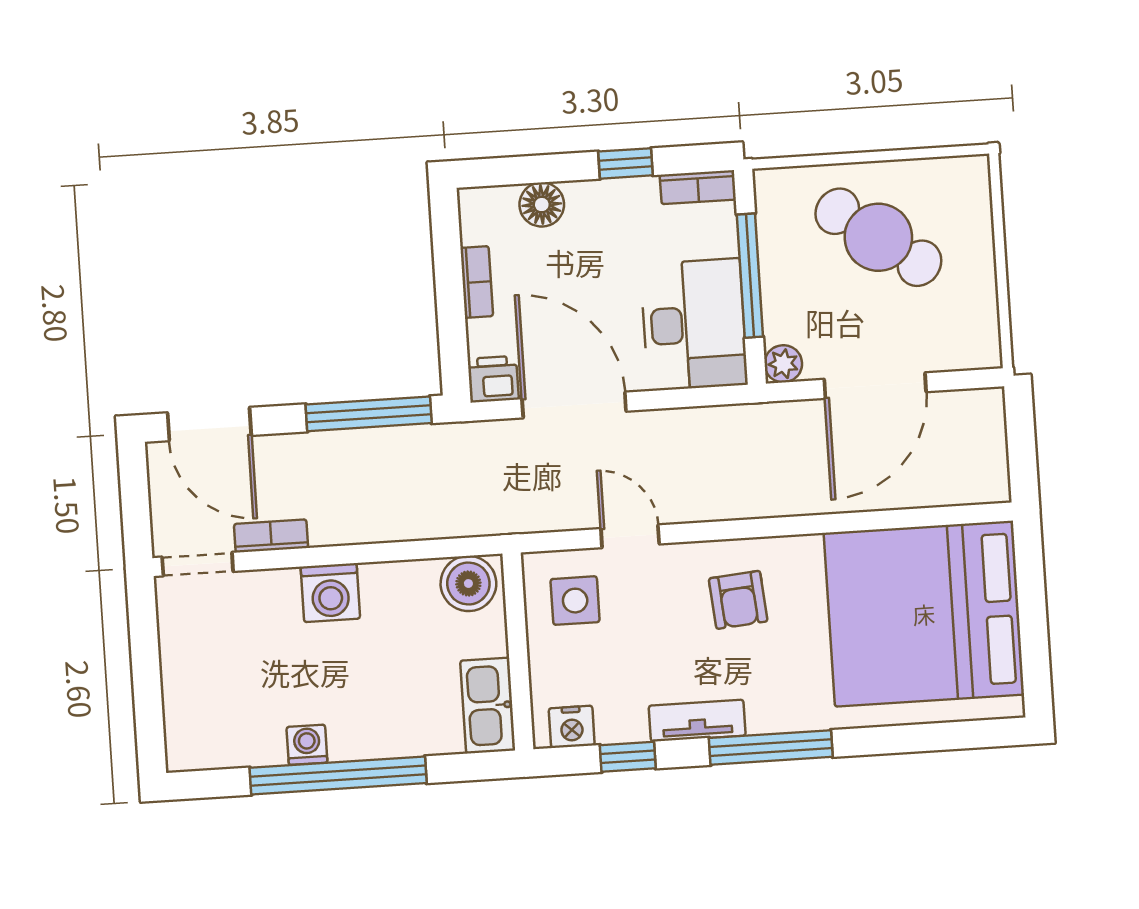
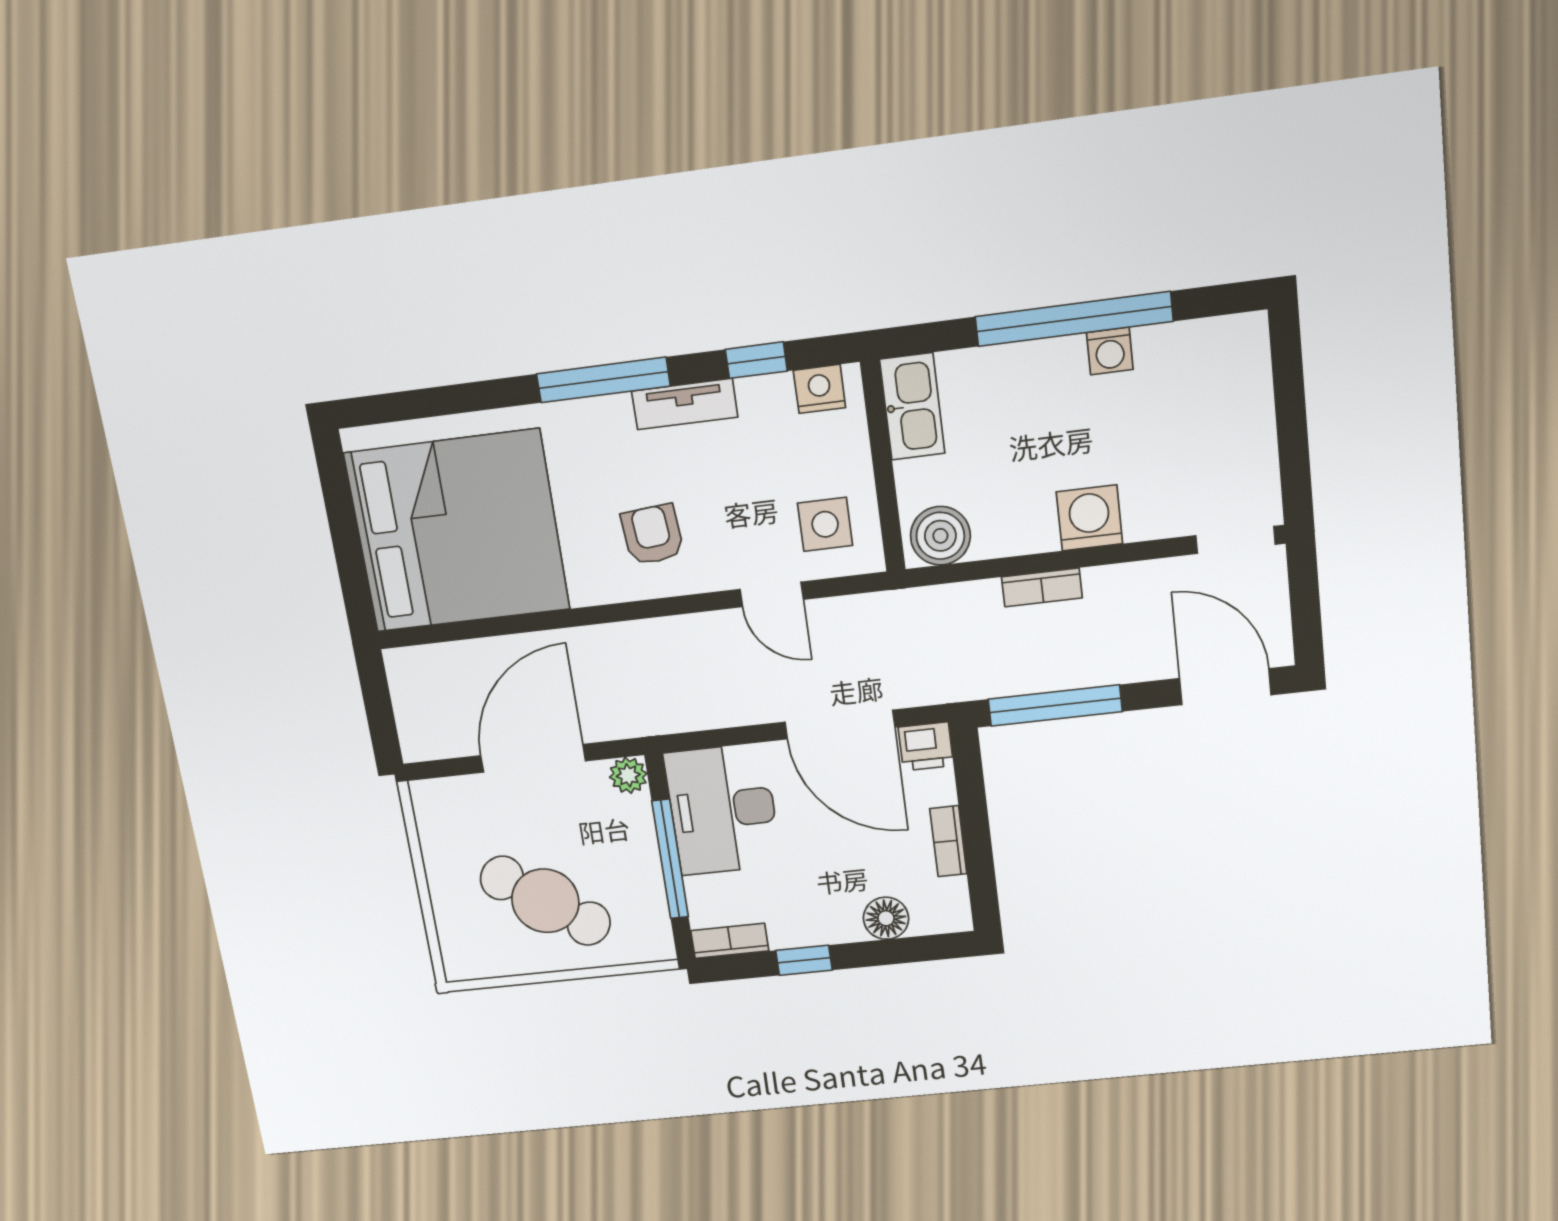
bookcase: (271, 536) -> (1042, 587), moved

